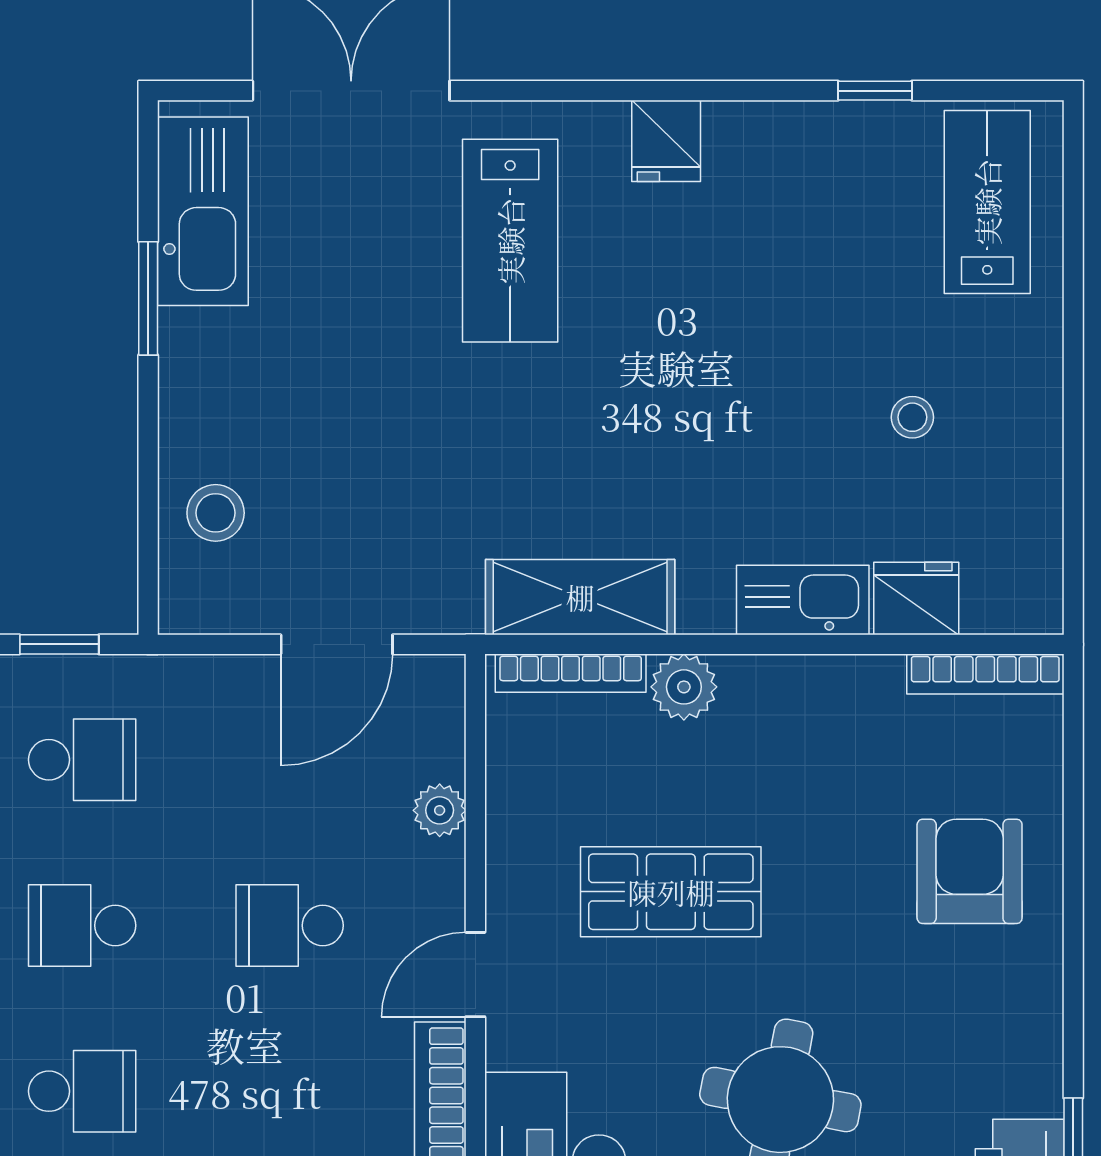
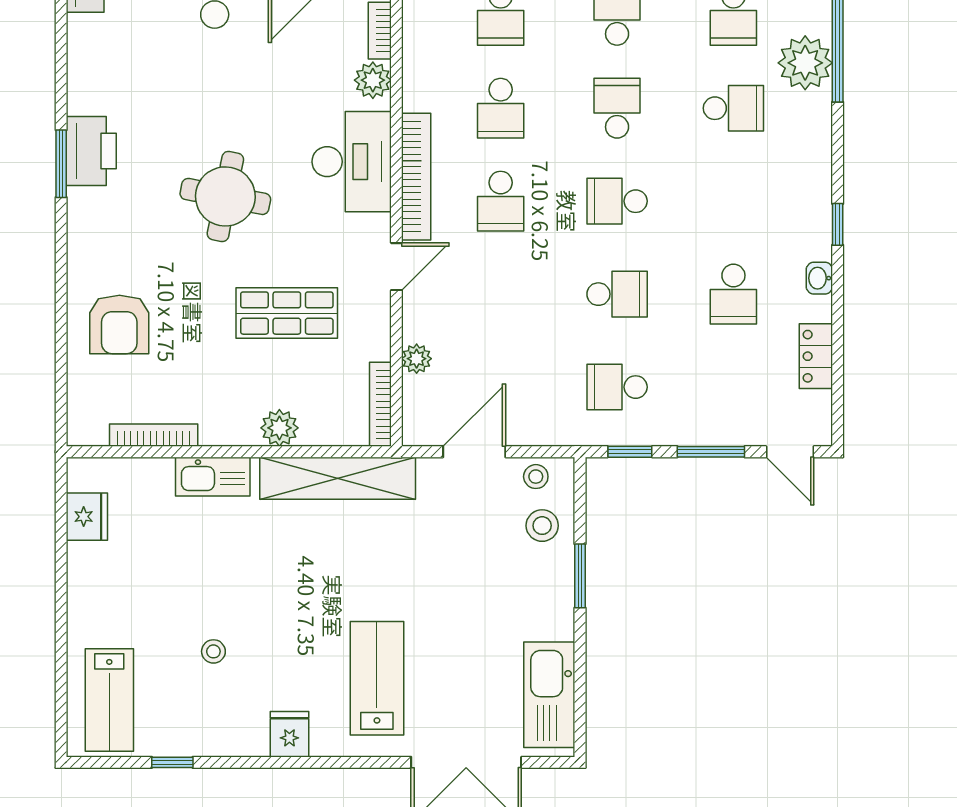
window: (148, 298) -> (580, 576), moved
stool: (912, 417) -> (213, 651), moved
shelving: (580, 597) -> (338, 478), width x1.47
fridge: (916, 599) -> (87, 517), moved, turned -90
stool: (227, 600) -> (536, 477), added
bookcase: (571, 673) -> (380, 404), moved, turned -90
bookcase: (985, 674) -> (154, 435), moved
school desk: (290, 925) -> (501, 201), moved, turned 90

